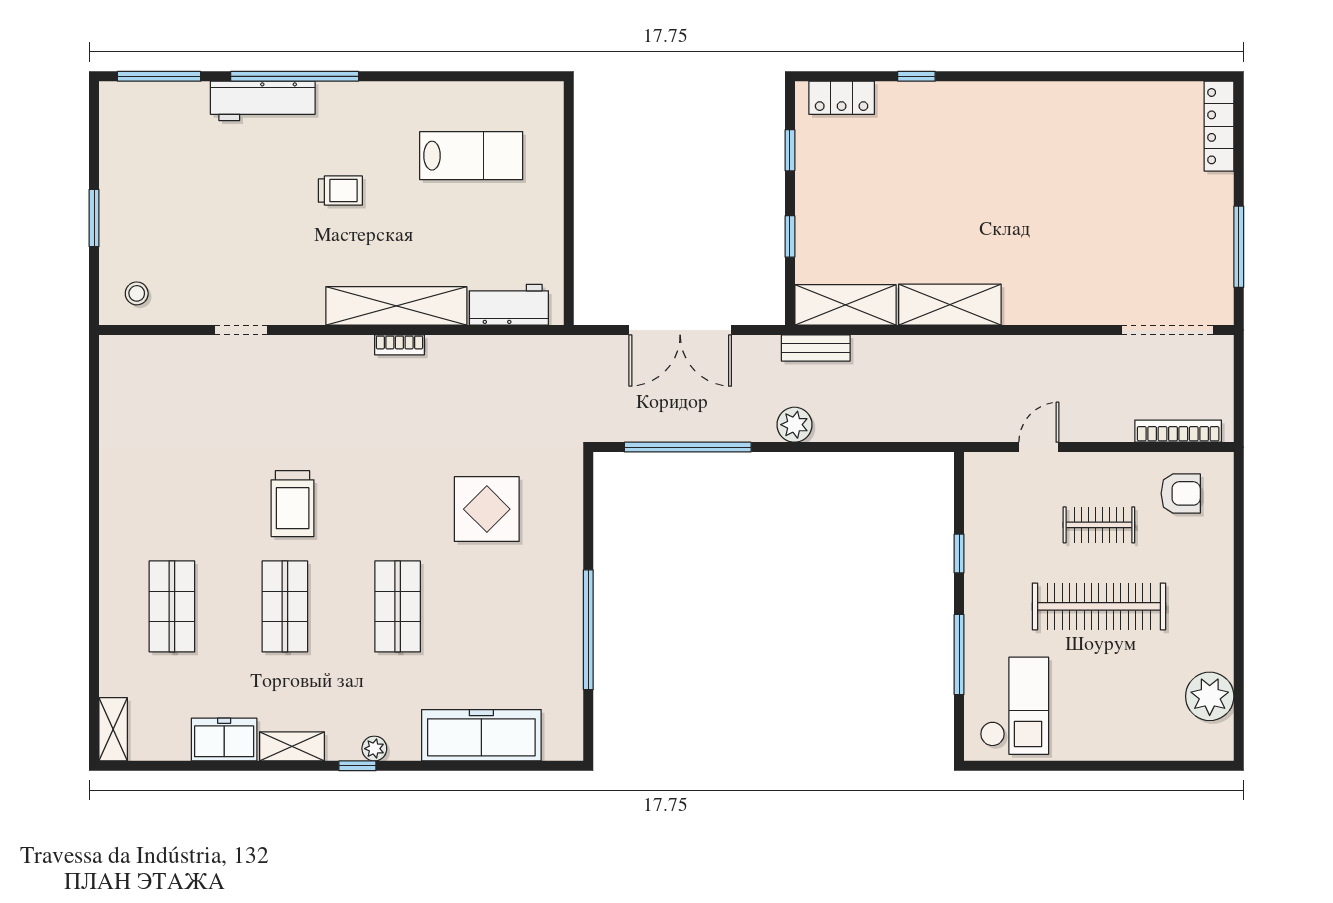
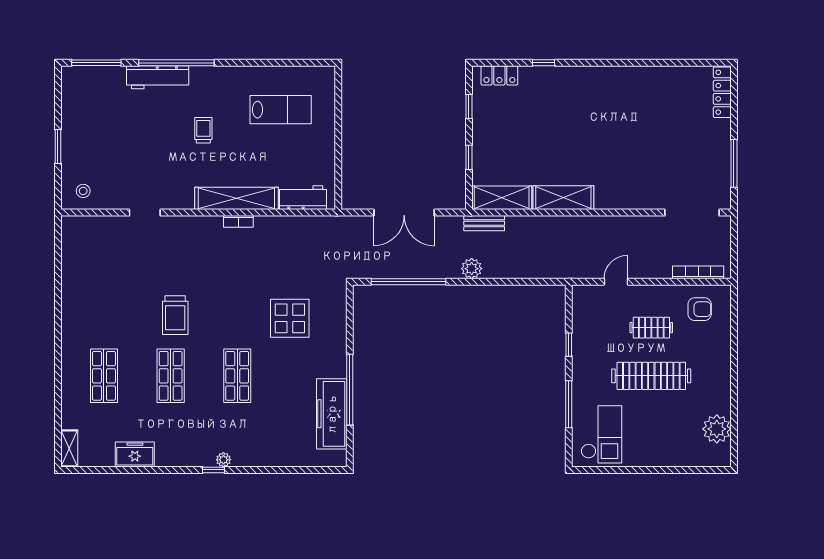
trolley: (340, 191) -> (203, 130), turned -90
freezer: (481, 735) -> (332, 414), moved, turned -90
shelving: (292, 746) -> (175, 458), removed

